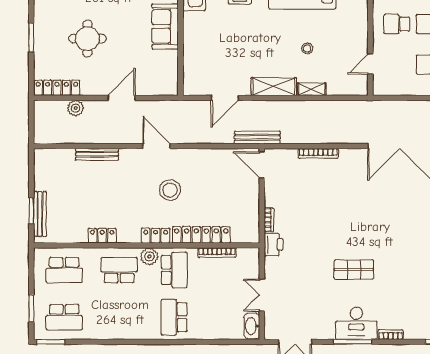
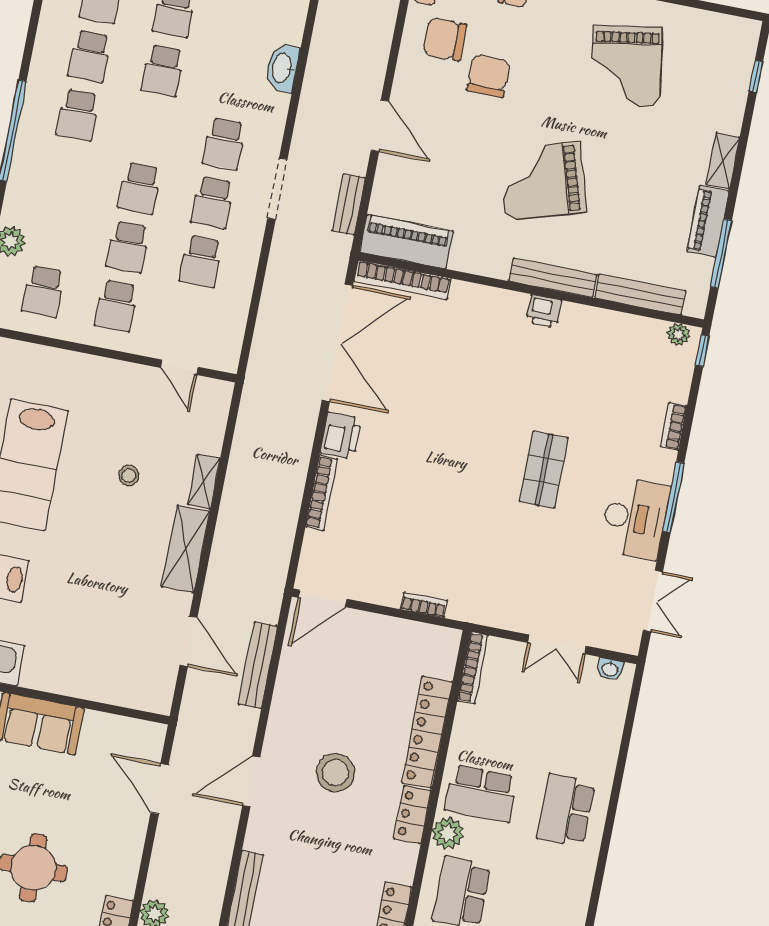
door: (122, 98) -> (160, 789), moved
bench: (257, 137) -> (258, 665), moved
printer: (274, 245) -> (341, 436), moved, turned 90
bookcase: (217, 253) -> (473, 668), moved
school desk: (174, 270) -> (481, 794), turned 180
school desk: (174, 317) -> (566, 810), turned 90
desk: (356, 323) -> (635, 518), moved
washbasin: (252, 326) -> (610, 669), width x0.52, depth x0.69

